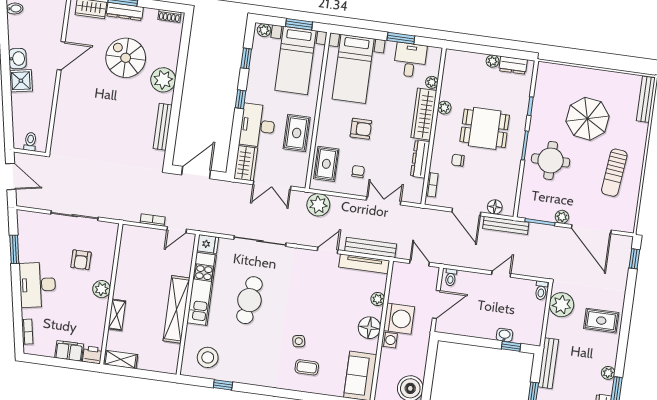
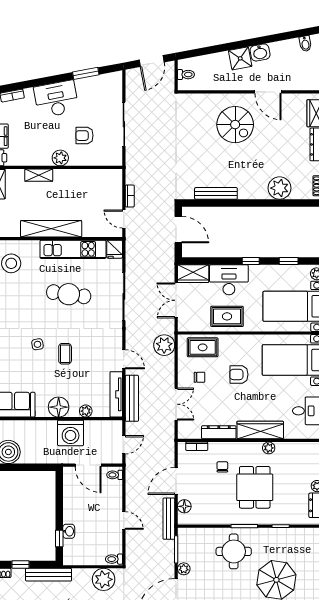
spiral stairs: (126, 58) -> (235, 125), moved, turned 90
plant: (163, 80) -> (280, 188), moved
plant: (432, 82) -> (290, 433), removed
armchair: (361, 129) -> (239, 374), turned 90
washing machine: (389, 340) -> (50, 427), removed
coffee table: (307, 367) -> (65, 354), moved

